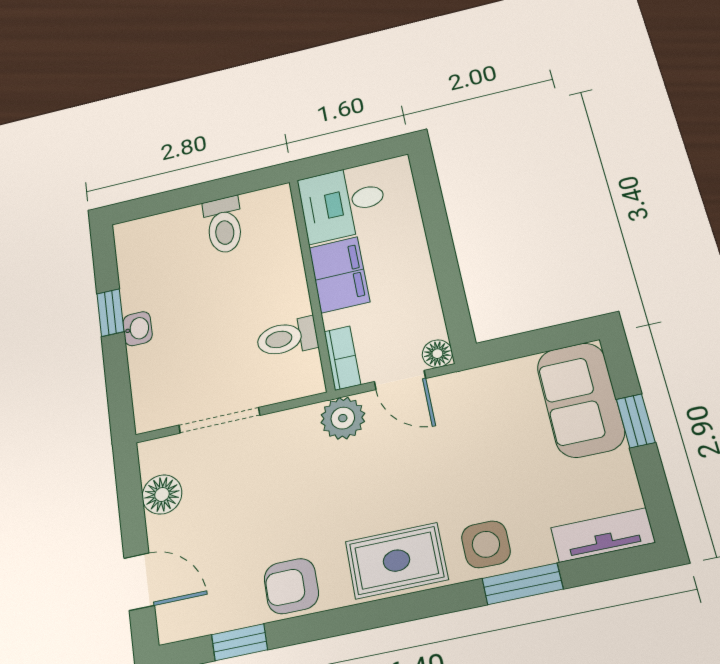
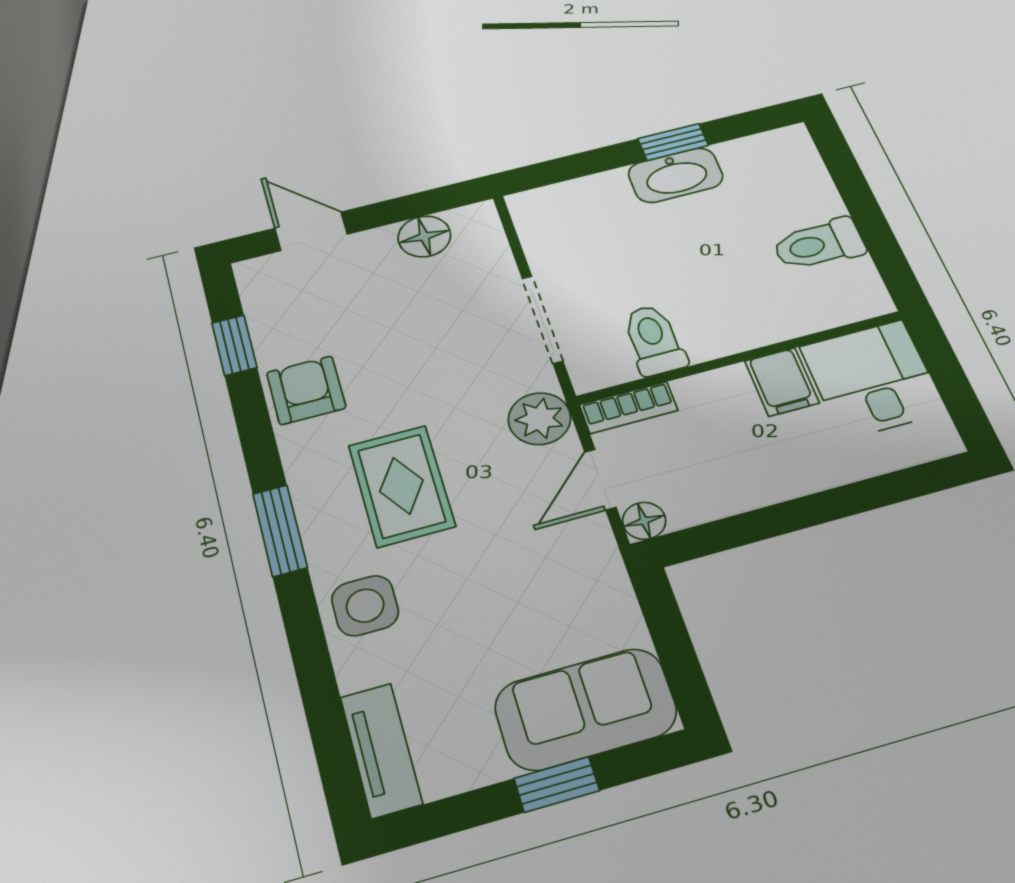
filing cabinet: (339, 275) -> (782, 382), width x0.50
washbasin: (137, 329) -> (676, 175), width x1.91, depth x1.45
doorway: (219, 420) -> (542, 319), moved
rug: (396, 561) -> (402, 486), moved
door: (139, 582) -> (311, 231), swing flipped
window: (523, 584) -> (280, 530), moved

